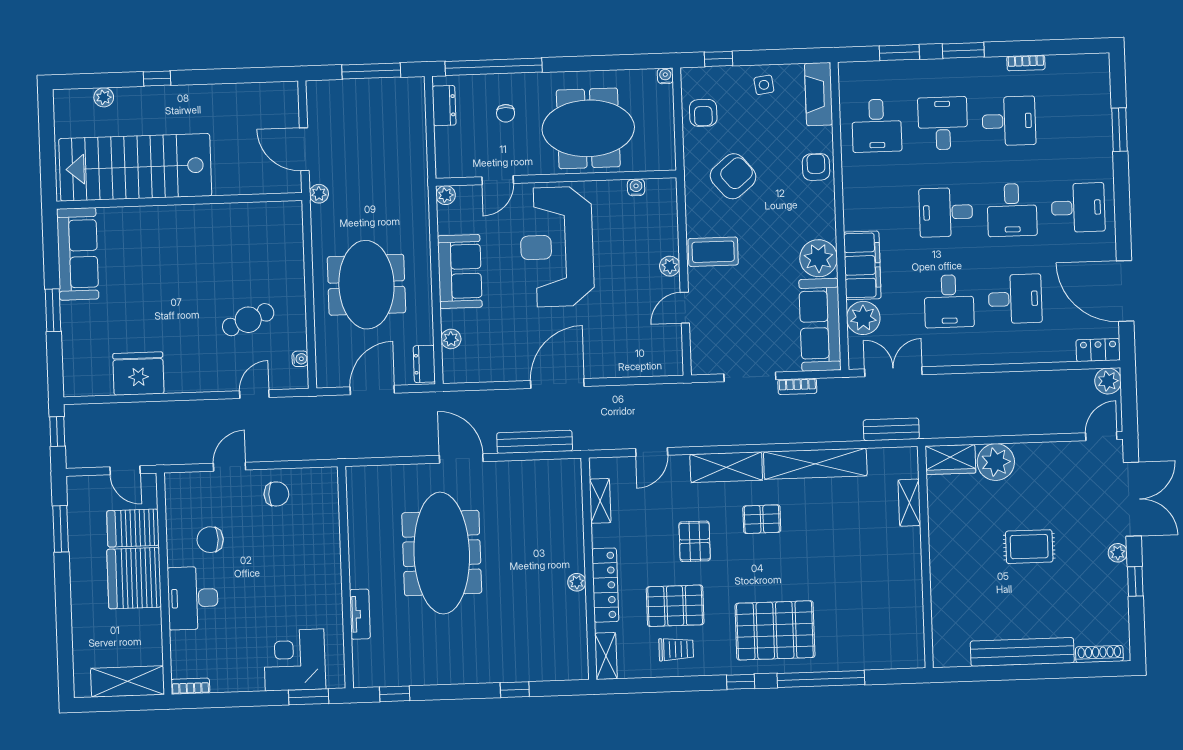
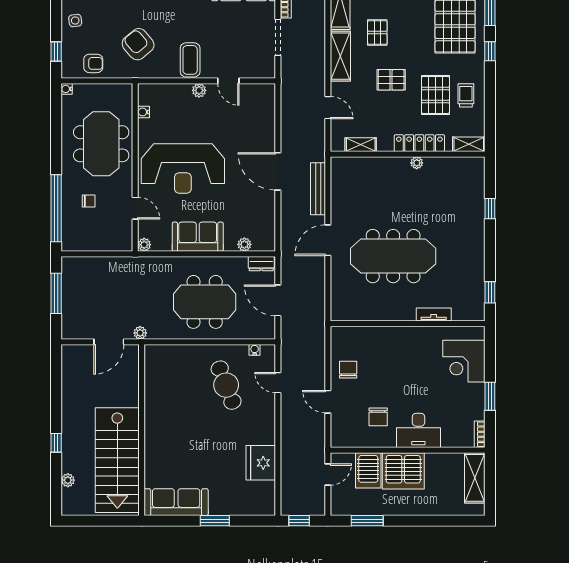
dresser: (444, 106) -> (82, 244), removed
cafe table: (248, 320) -> (226, 385), width x1.37, depth x1.35
window: (309, 697) -> (490, 396), moved

